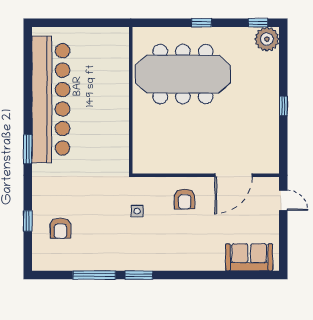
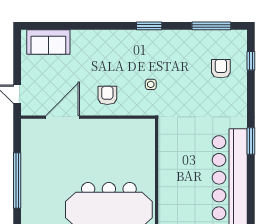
window: (283, 106) -> (17, 180), width x3.17
window: (28, 221) -> (251, 61), moved
window: (94, 275) -> (211, 26), moved

